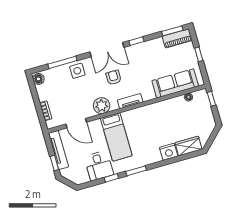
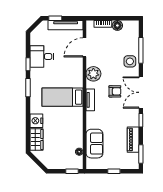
piano: (177, 38) -> (133, 140), moved
floor lamp: (38, 79) -> (117, 25), moved
sofa: (175, 83) -> (94, 144), width x0.73
bed: (116, 137) -> (62, 97), moved

